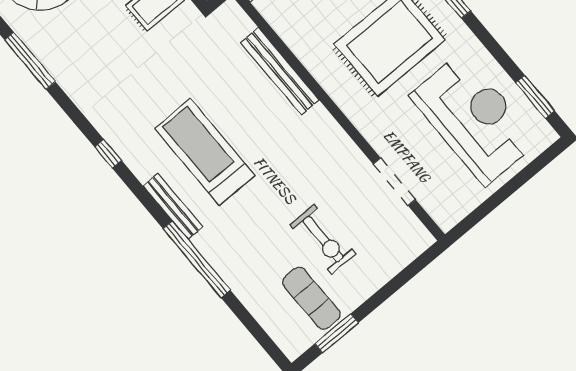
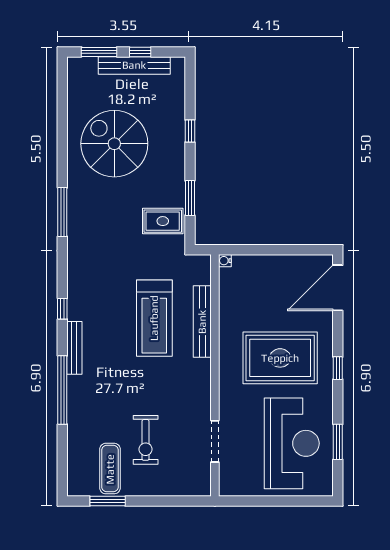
window: (30, 61) -> (62, 212), moved
window: (535, 97) -> (338, 442), moved
treadmill: (205, 152) -> (154, 318), moved, turned 180
window: (108, 154) -> (62, 309), moved

